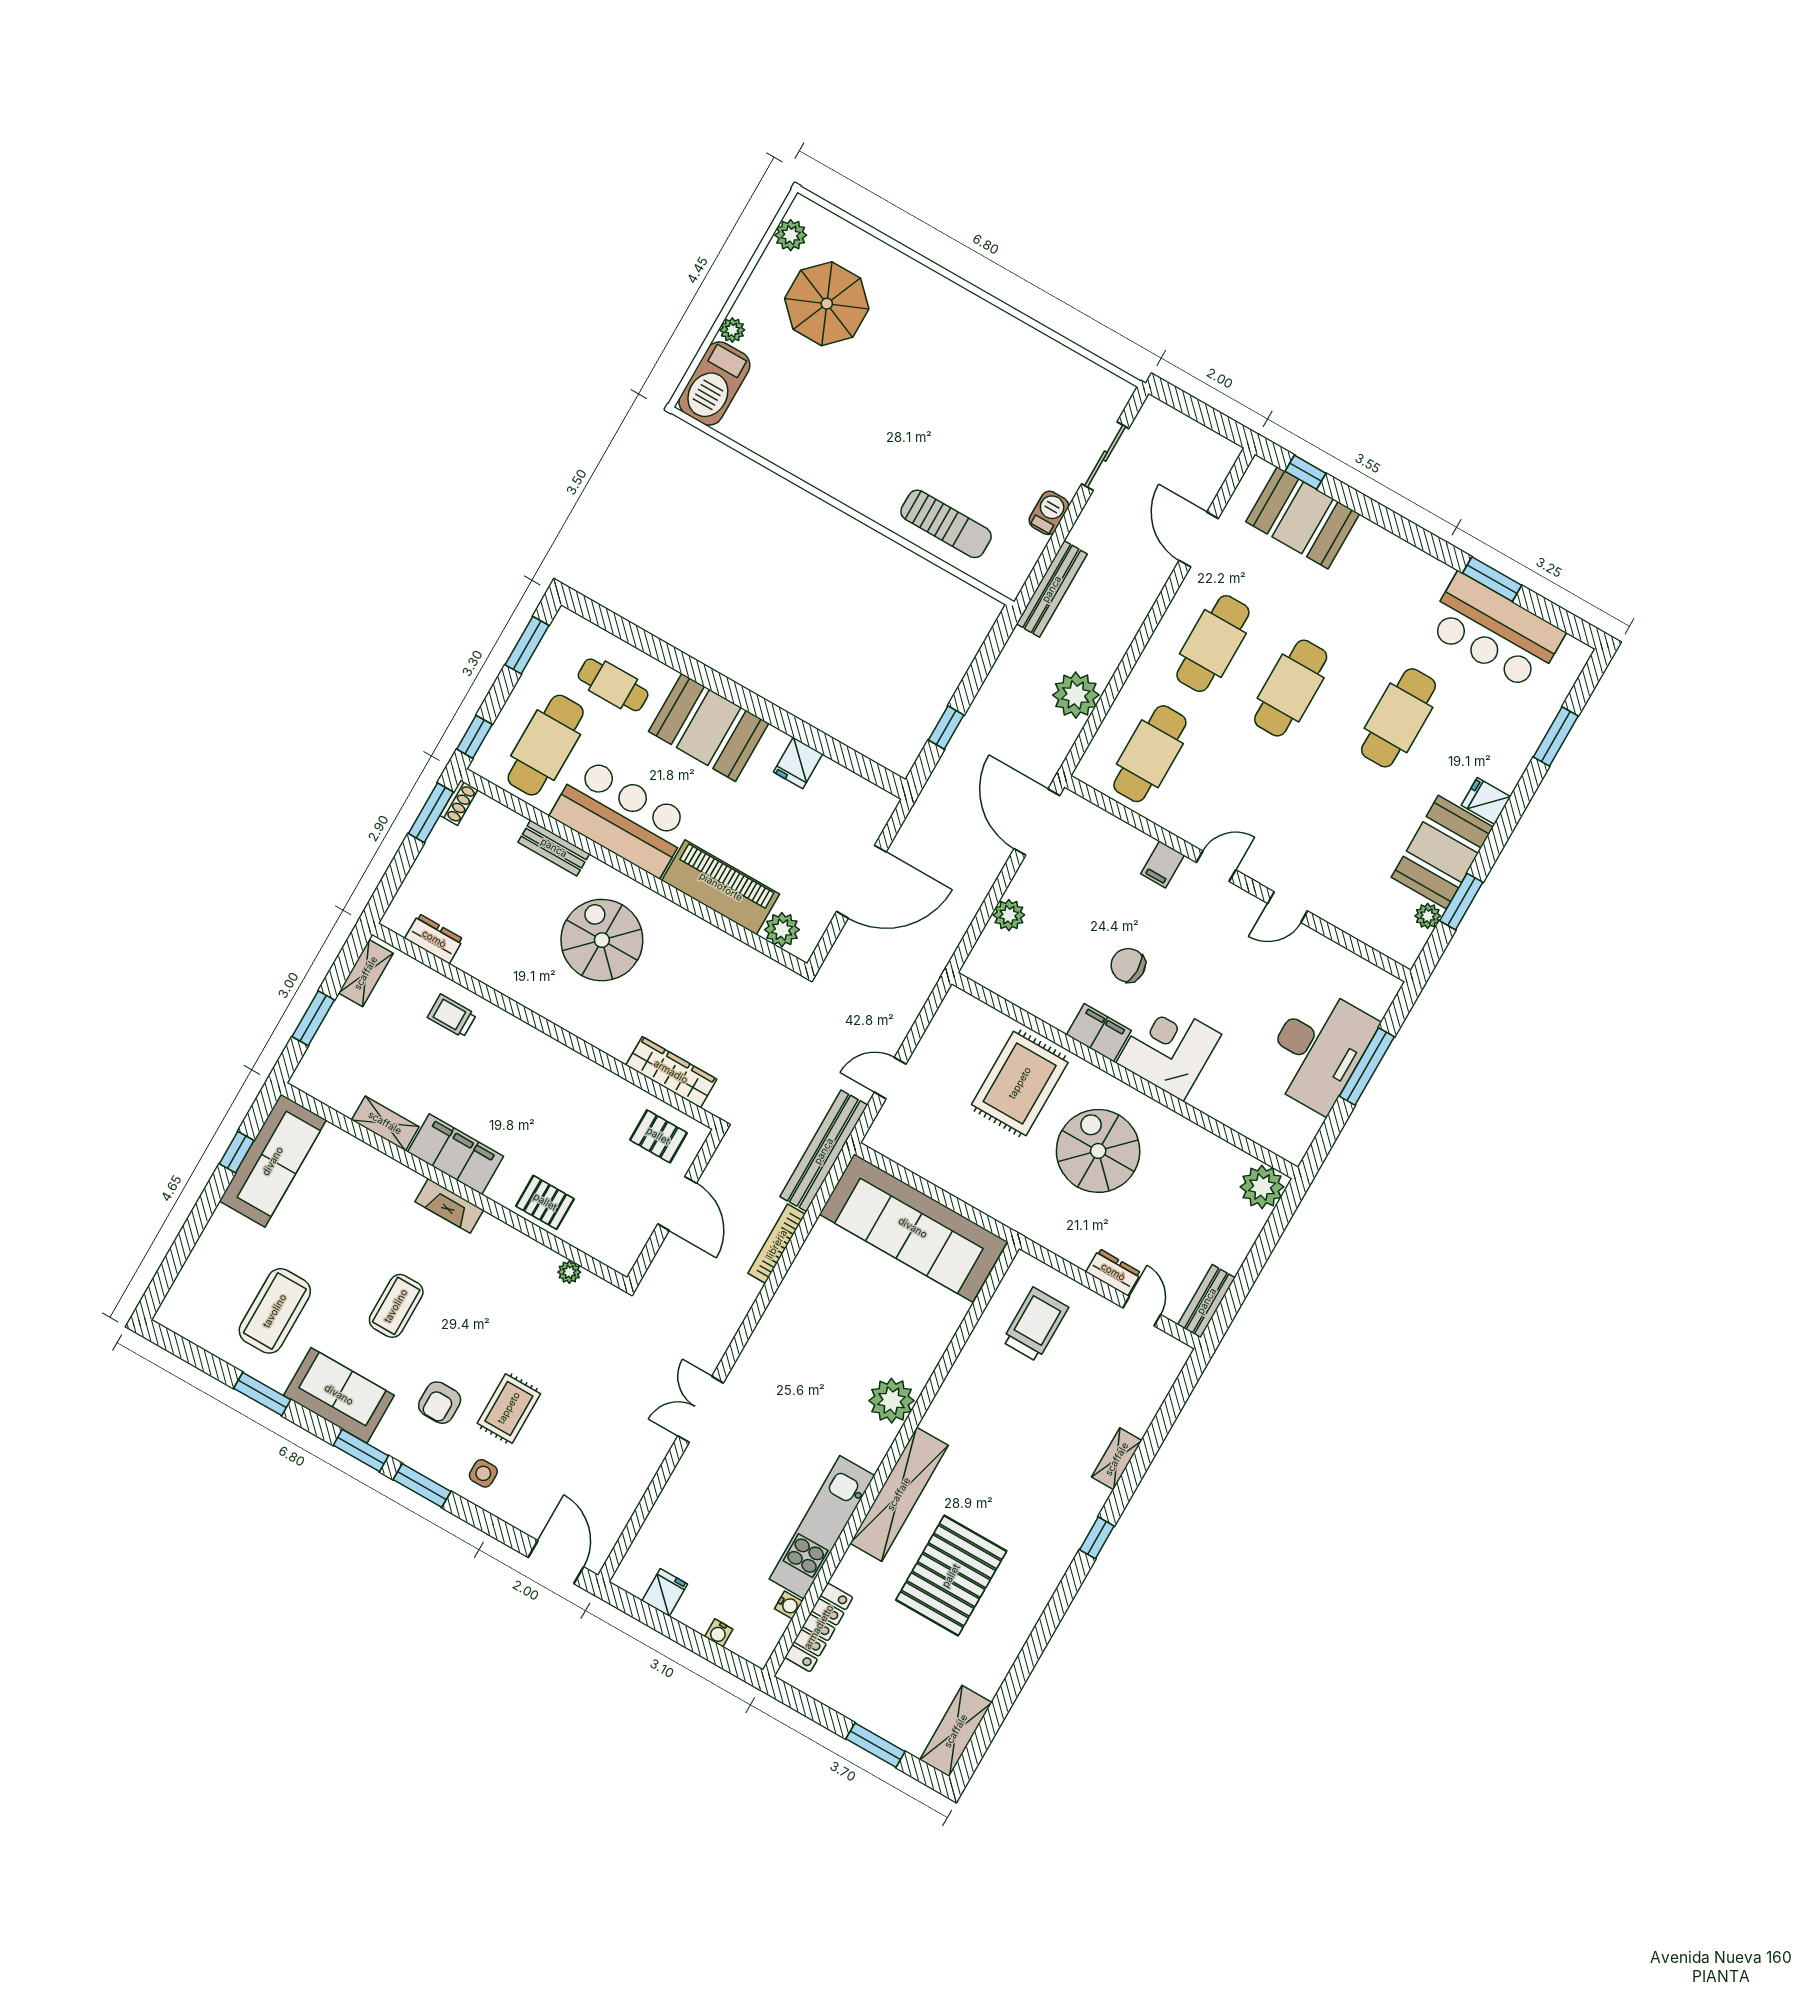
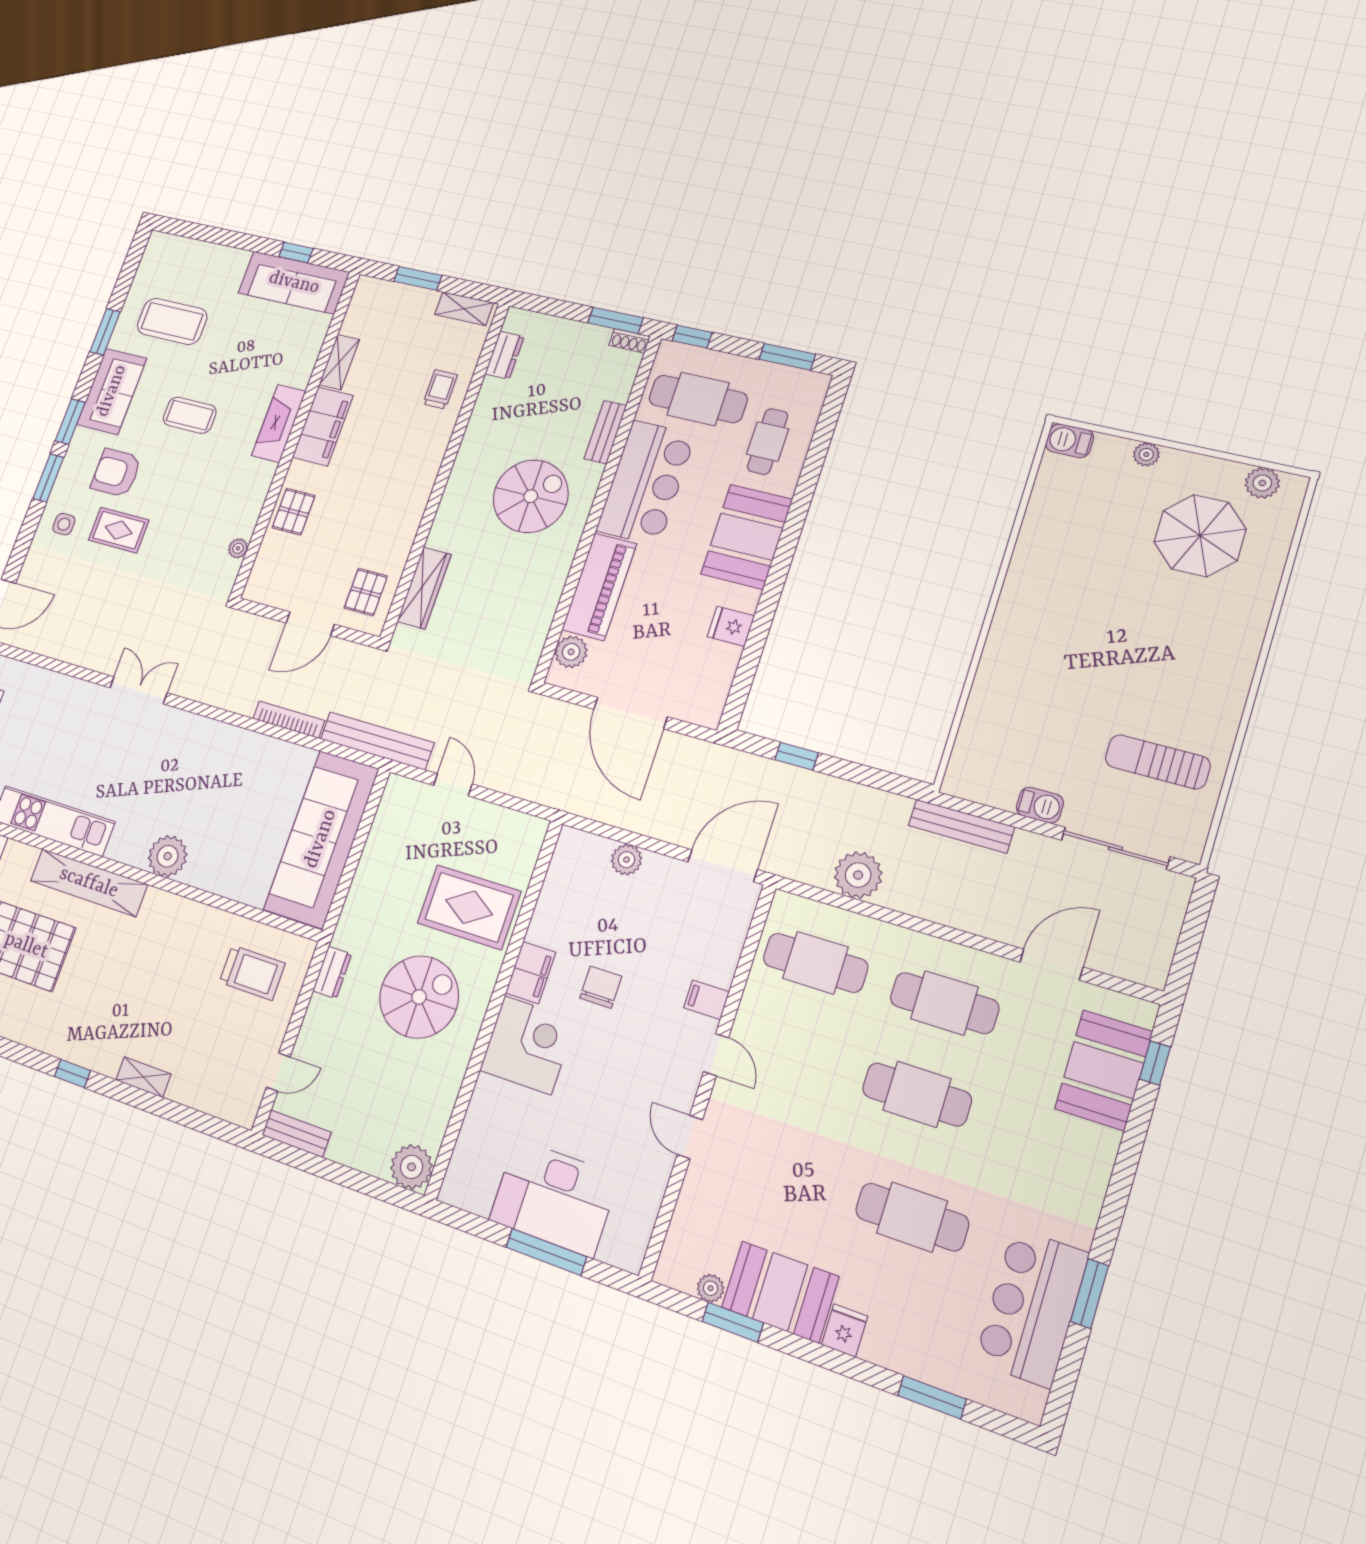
barbecue: (714, 384) -> (1070, 441), width x0.53, depth x0.65
sliding door: (1105, 456) -> (1115, 848), width x1.37
sun lounger: (946, 524) -> (1158, 762), moved, turned 90
fireplace: (449, 1206) -> (279, 423), width x1.37, depth x1.32
dresser: (1113, 1272) -> (332, 972), moved
armchair: (440, 1403) -> (116, 473), width x1.38, depth x1.38

